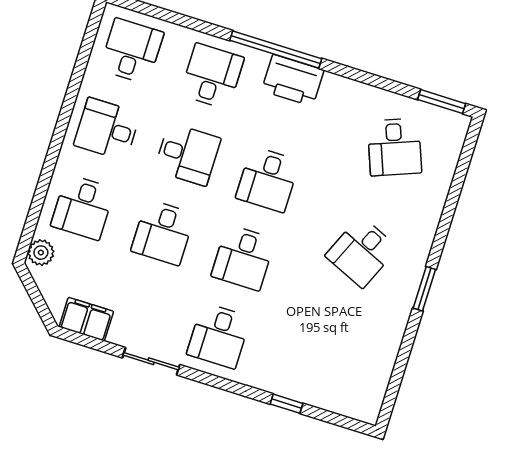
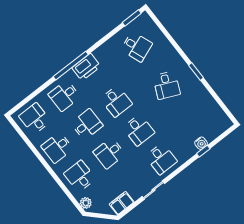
desk: (212, 76) -> (64, 96), turned -90
desk: (83, 207) -> (80, 176), turned 180
desk: (163, 232) -> (109, 153), turned 90
water cooler: (298, 390) -> (201, 143), added

